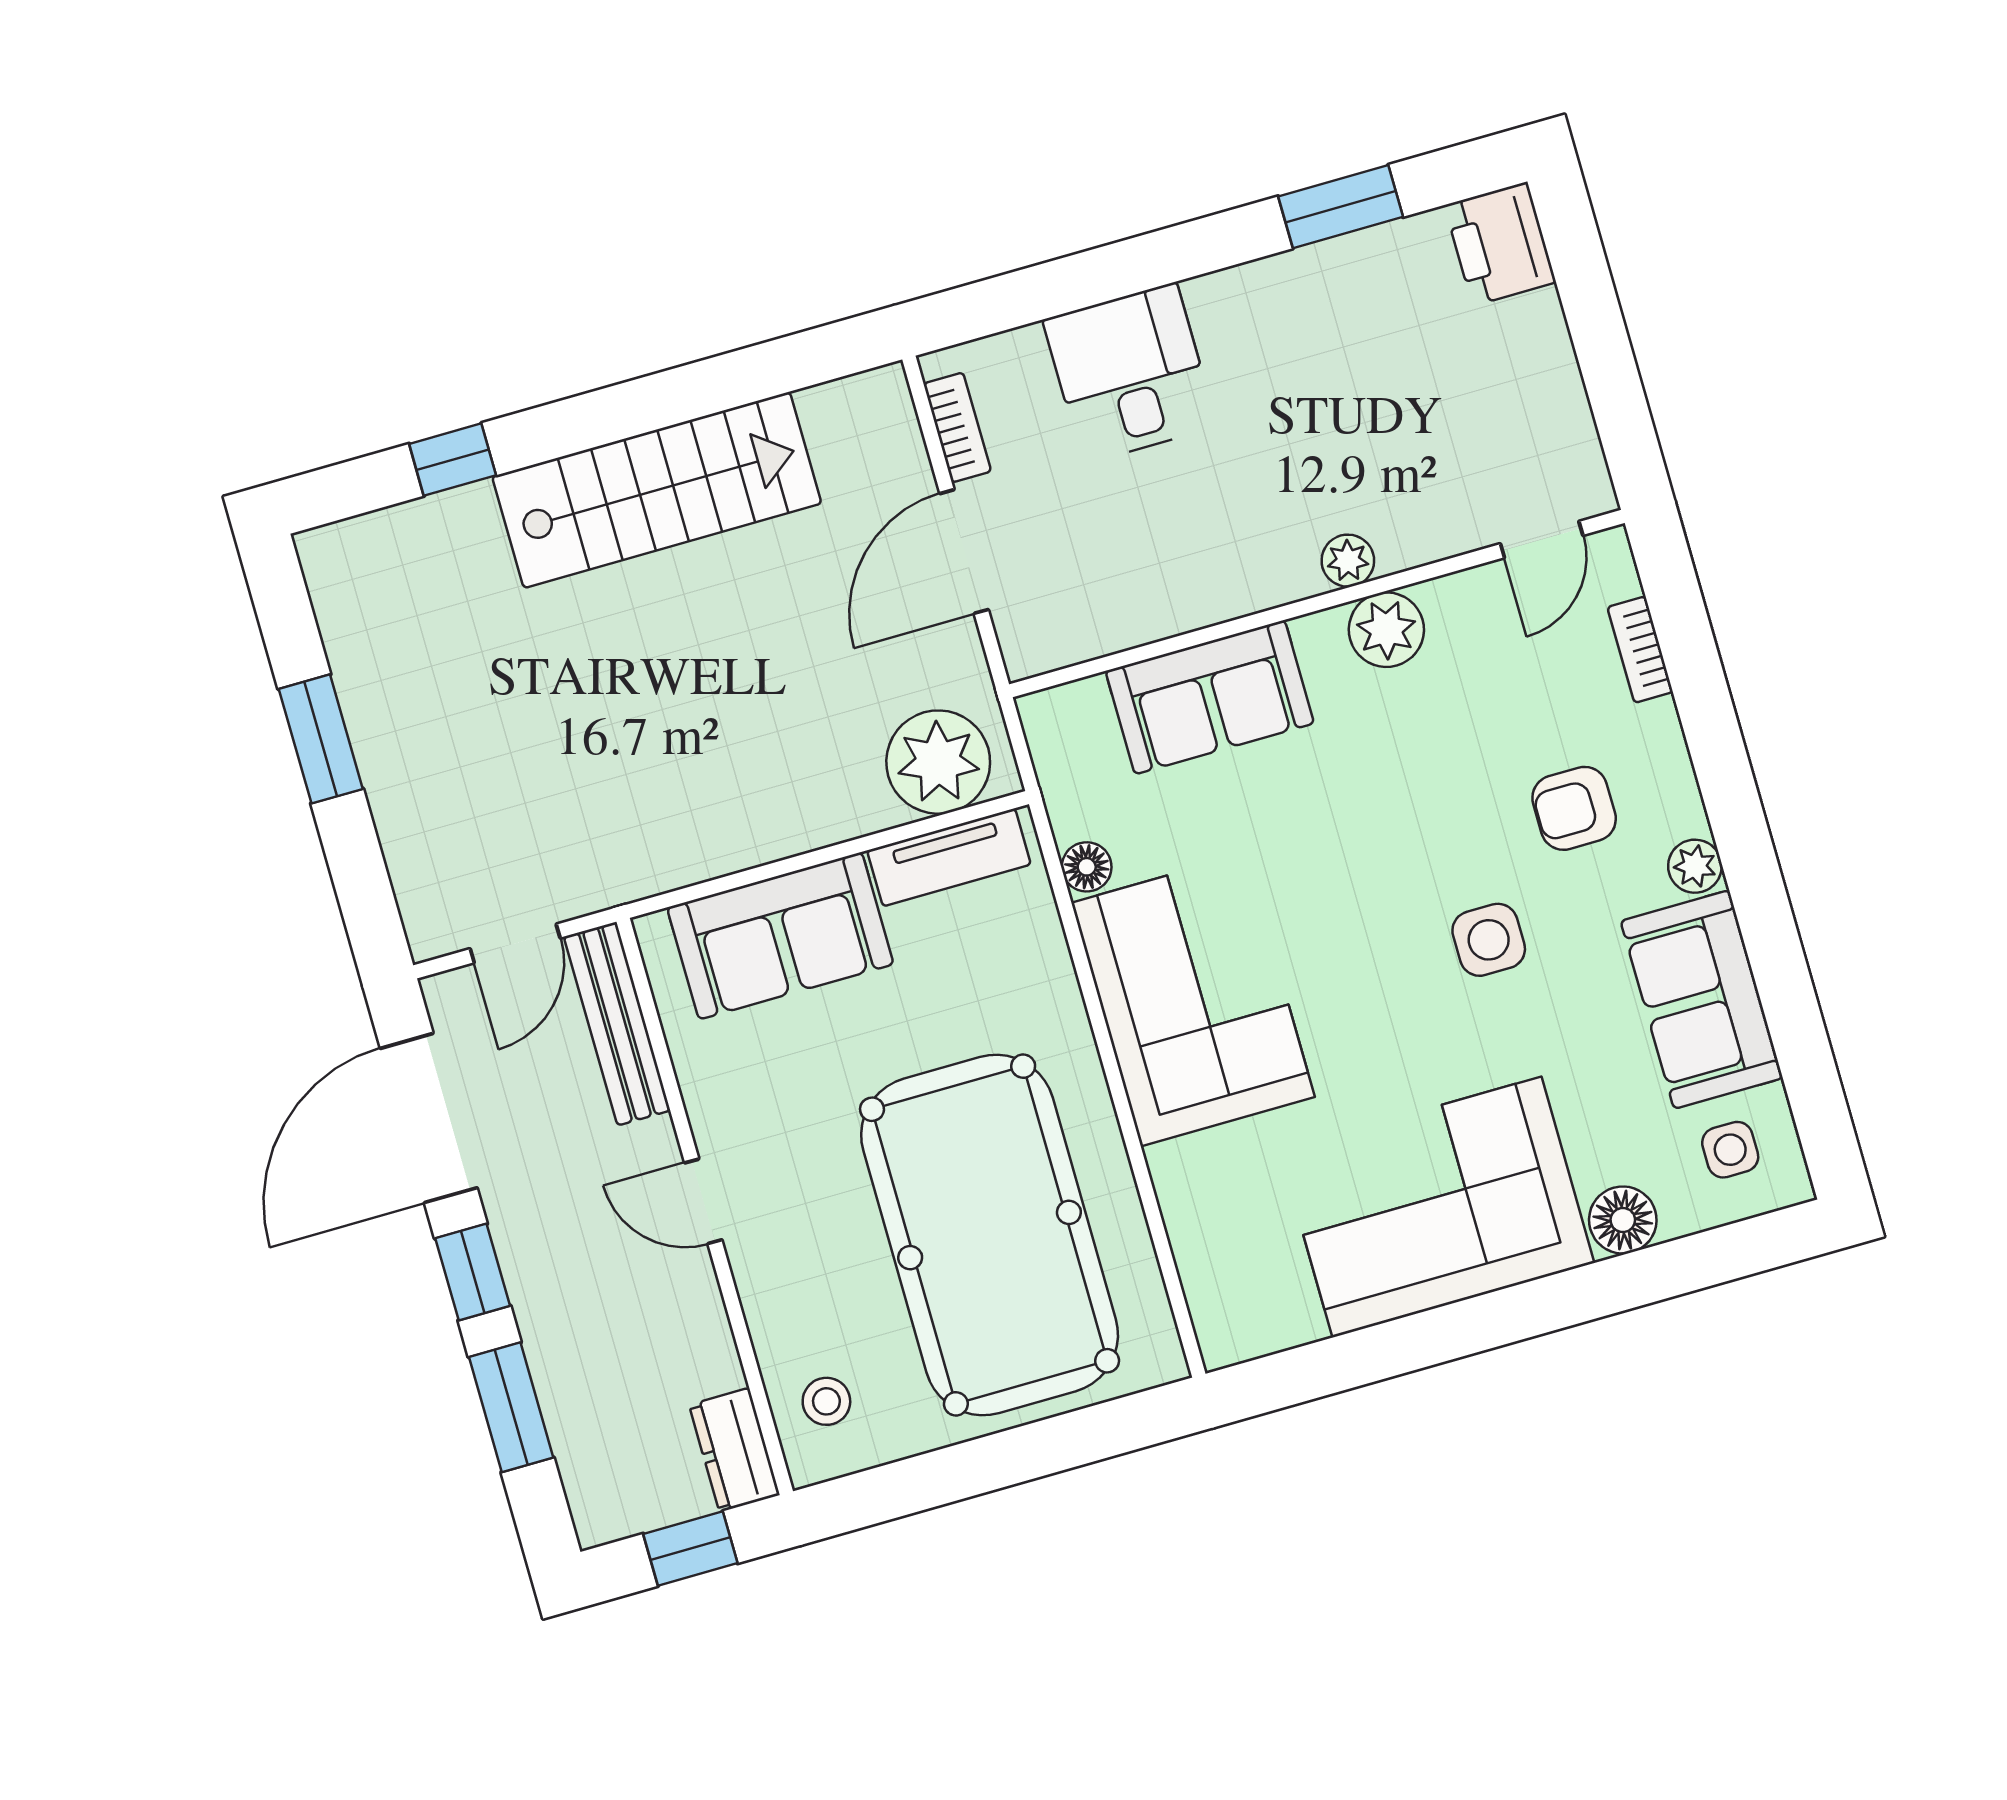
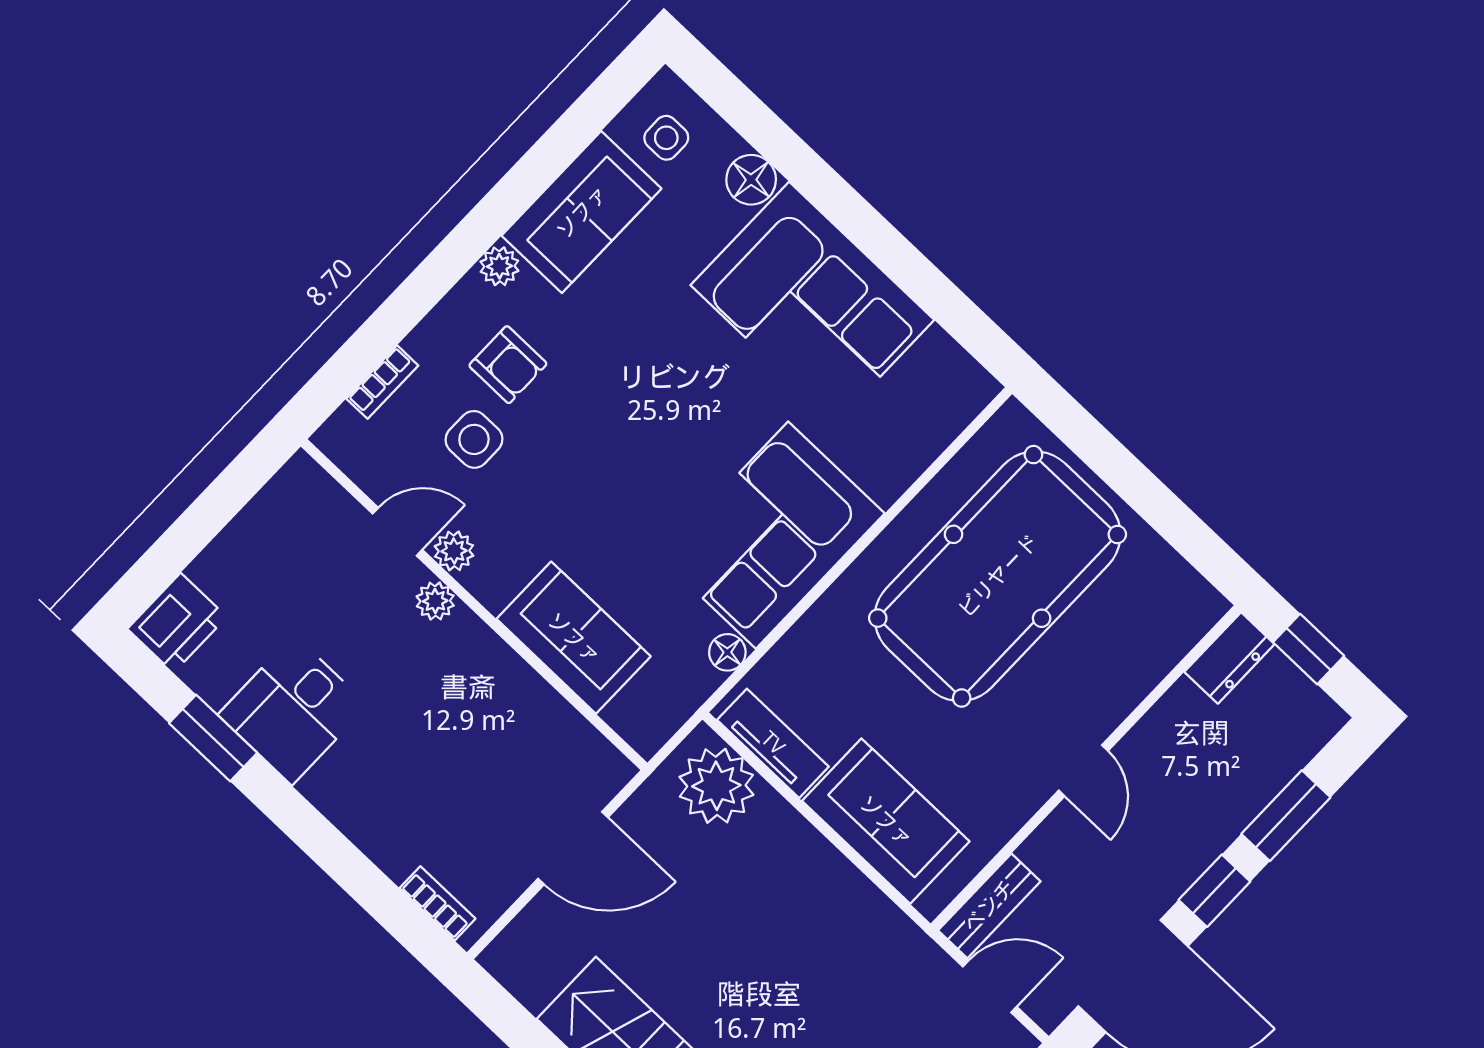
desk: (1130, 373) -> (293, 710), moved
bookcase: (957, 427) -> (437, 903), moved, turned 90
door: (1542, 540) -> (397, 532), moved
plant: (1386, 630) -> (454, 551), width x0.73, depth x0.73
side table: (1489, 940) -> (474, 439), moved
bench: (617, 1024) -> (989, 906), width x0.73
stool: (826, 1401) -> (1164, 618), removed

